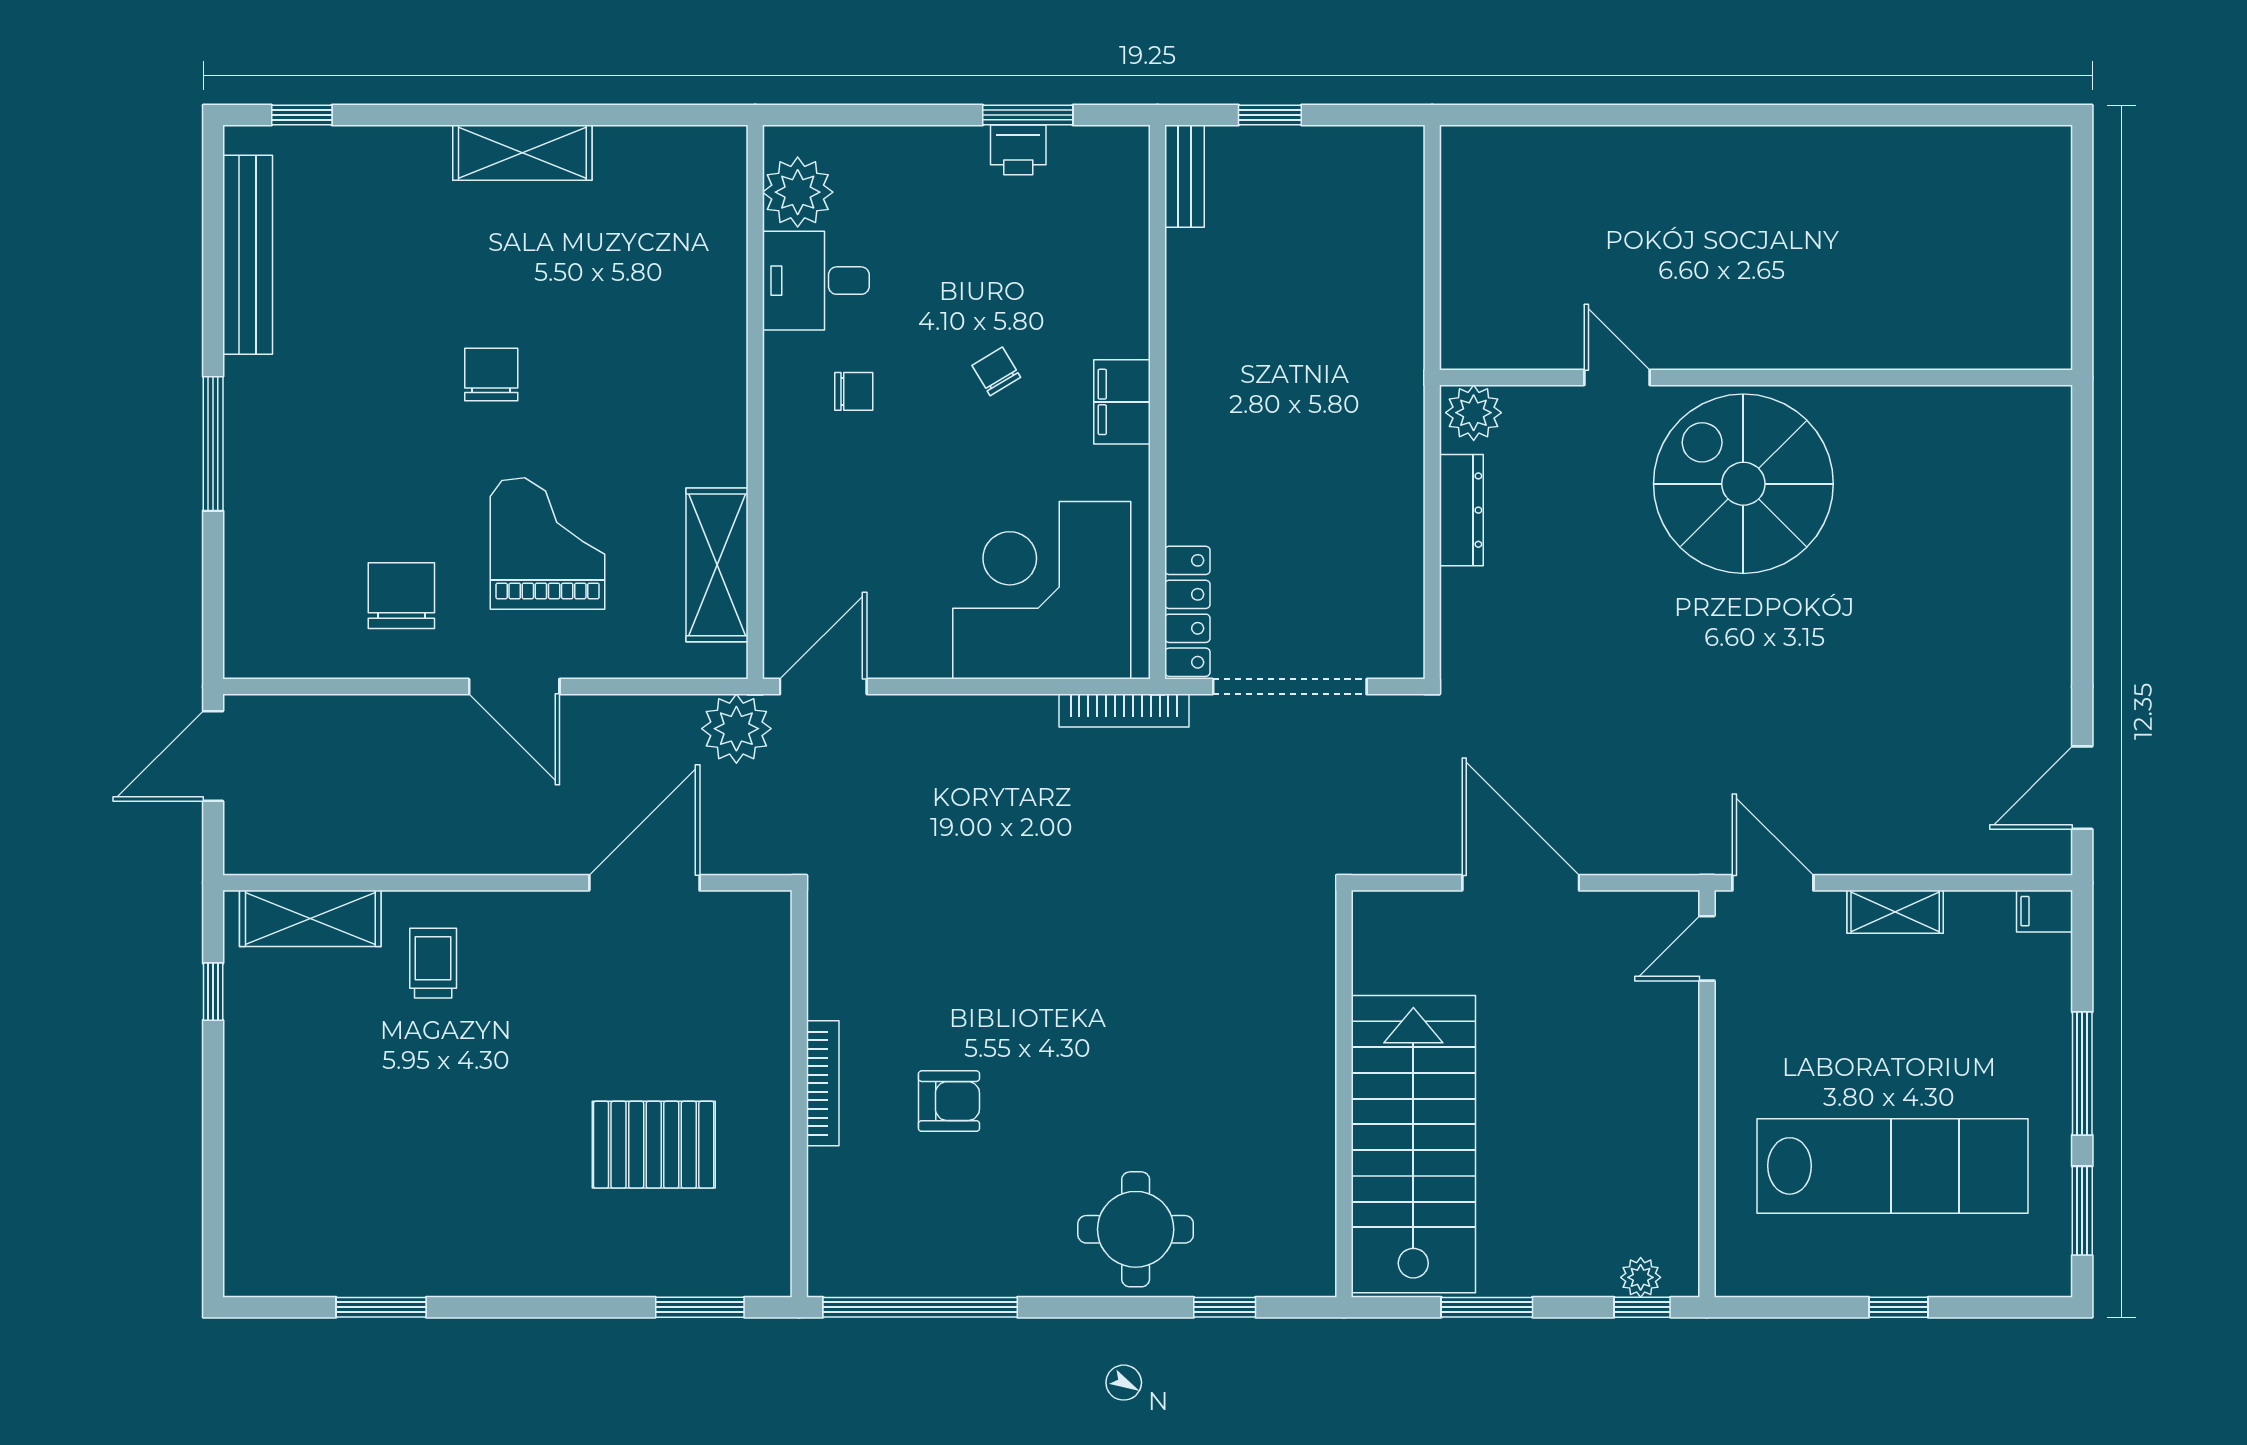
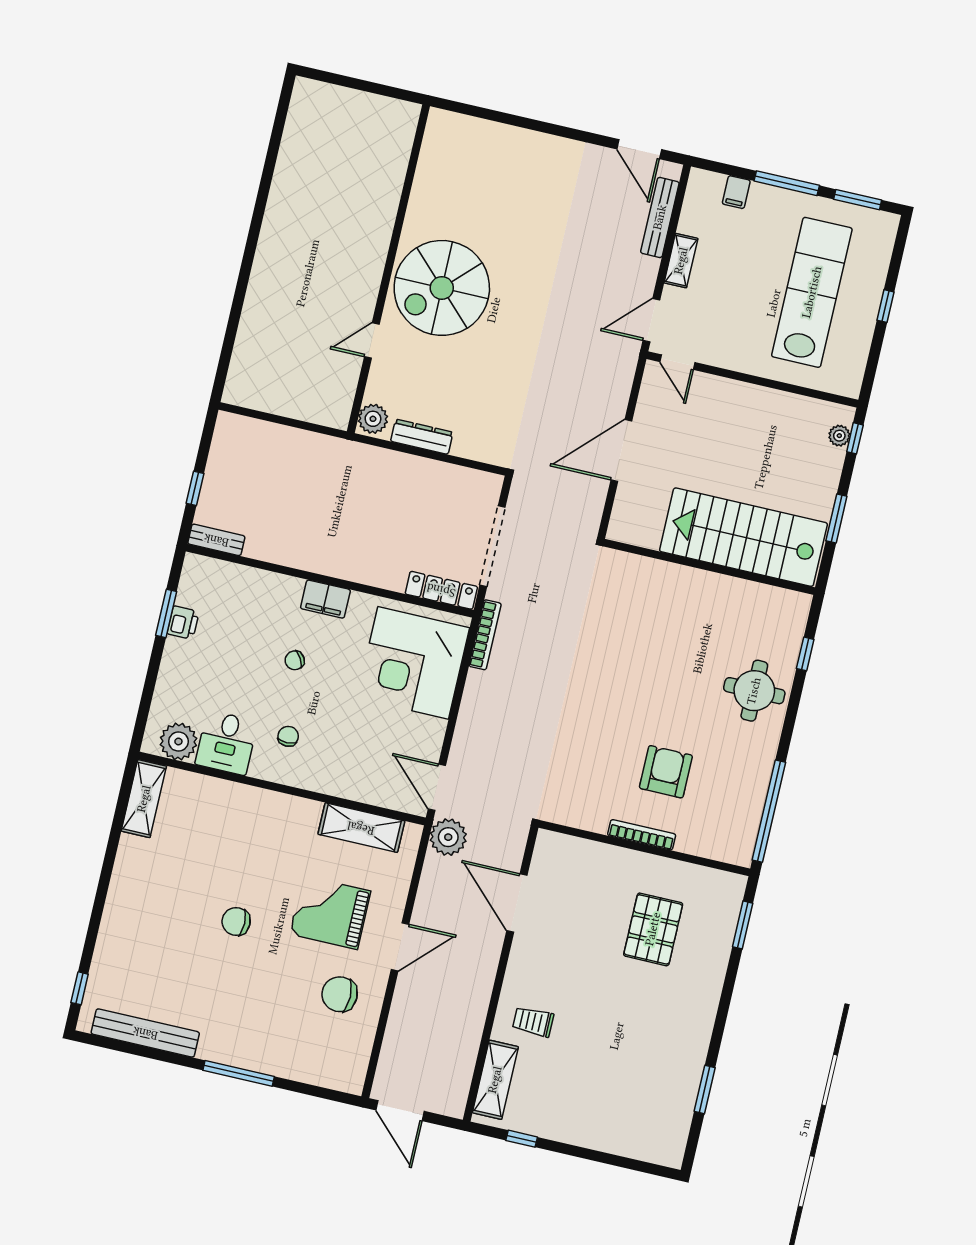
shelving: (522, 153) -> (144, 799), moved
bench: (1965, 855) -> (660, 217), added
filing cabinet: (2045, 911) -> (736, 192), moved
armchair: (949, 1101) -> (666, 772), width x1.38, depth x1.38

